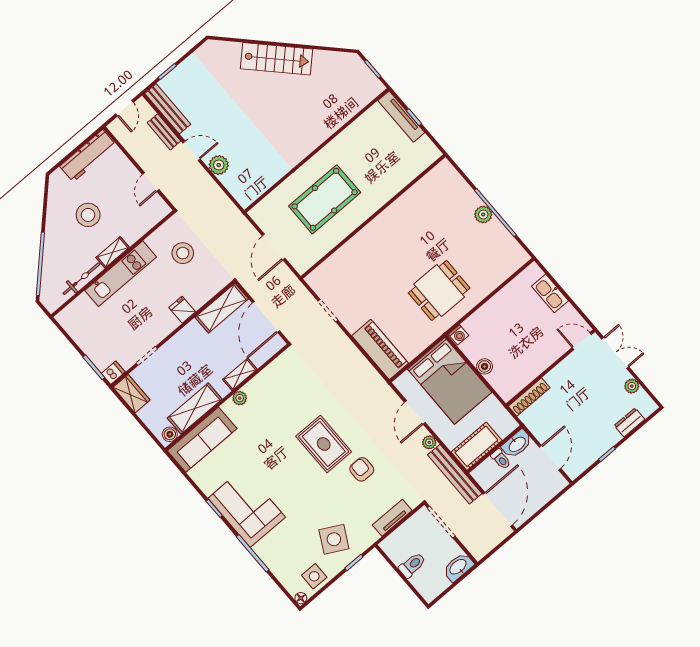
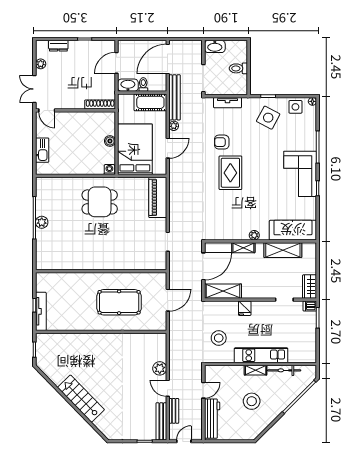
workbench: (88, 156) -> (212, 419), moved, turned 90
boiler: (170, 434) -> (308, 248), removed
armchair: (362, 469) -> (222, 142), turned 90

